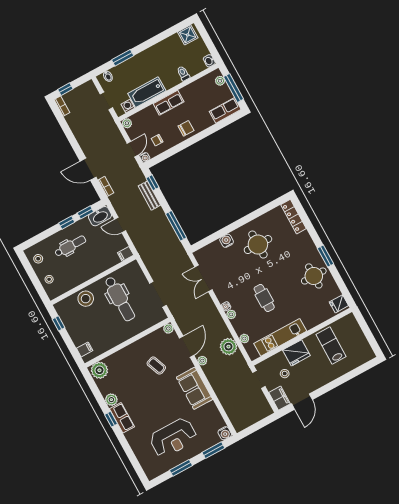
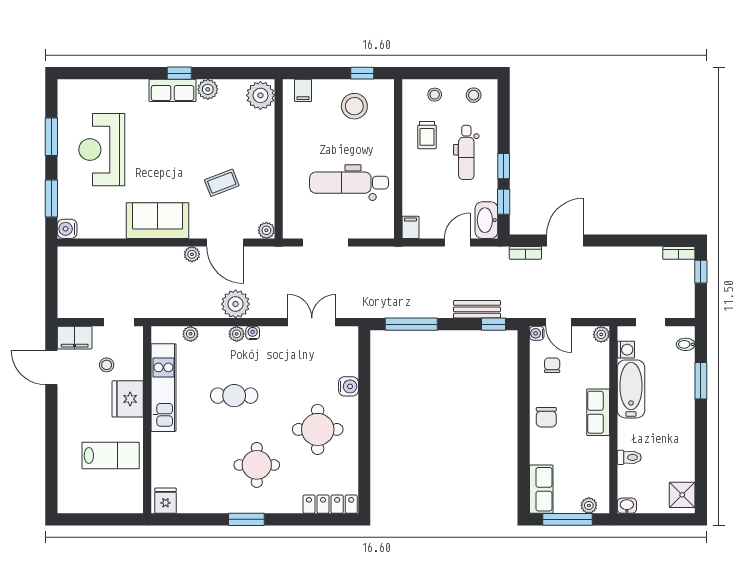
trolley: (72, 272) -> (427, 135), added
round table: (314, 276) -> (257, 465), moved
stool: (86, 299) -> (354, 106), moved
plant: (228, 347) -> (236, 304), moved

